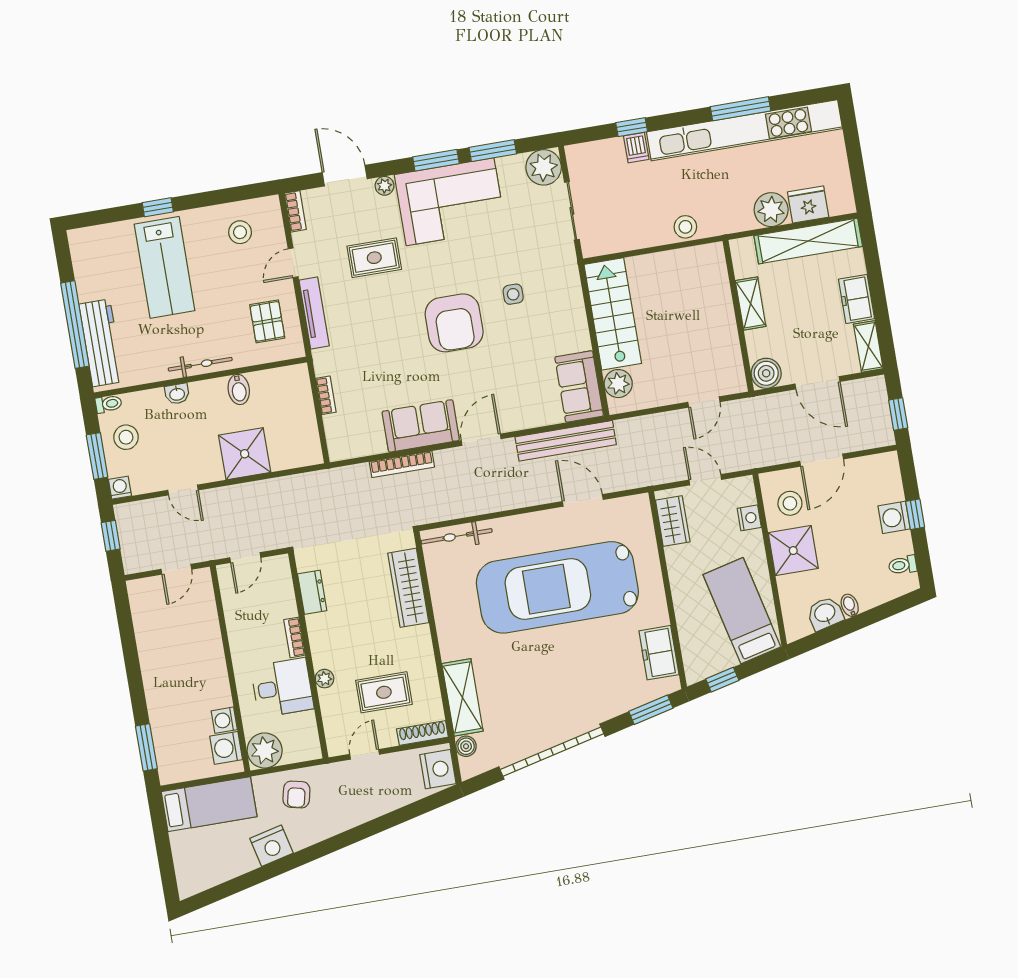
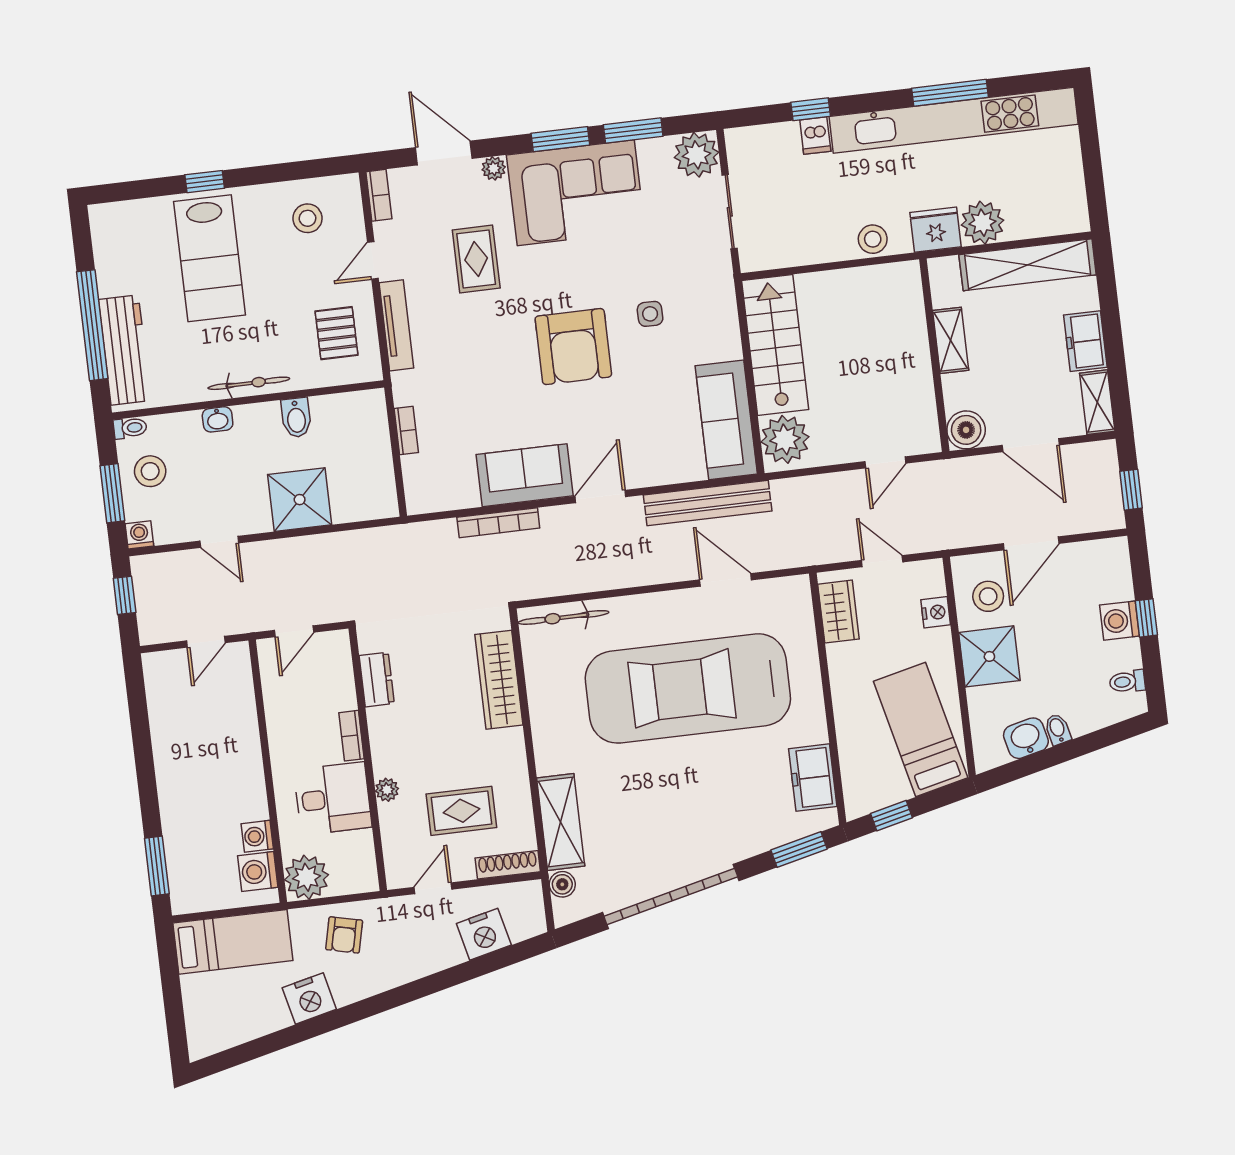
fridge: (808, 205) -> (936, 230), moved
rug: (374, 258) -> (476, 259), turned 90
plant: (618, 384) -> (785, 439), width x1.36, depth x1.36
sofa: (579, 386) -> (726, 420), width x1.36
nightstand: (438, 769) -> (484, 934), moved, turned 77

